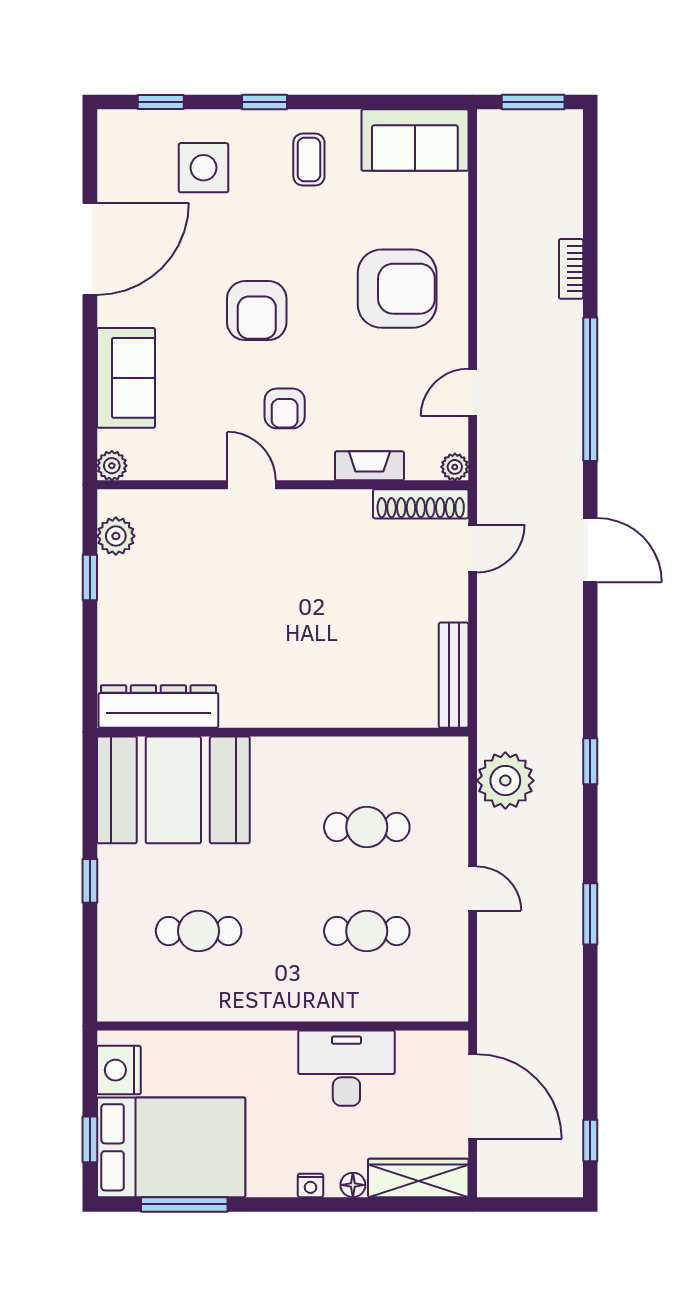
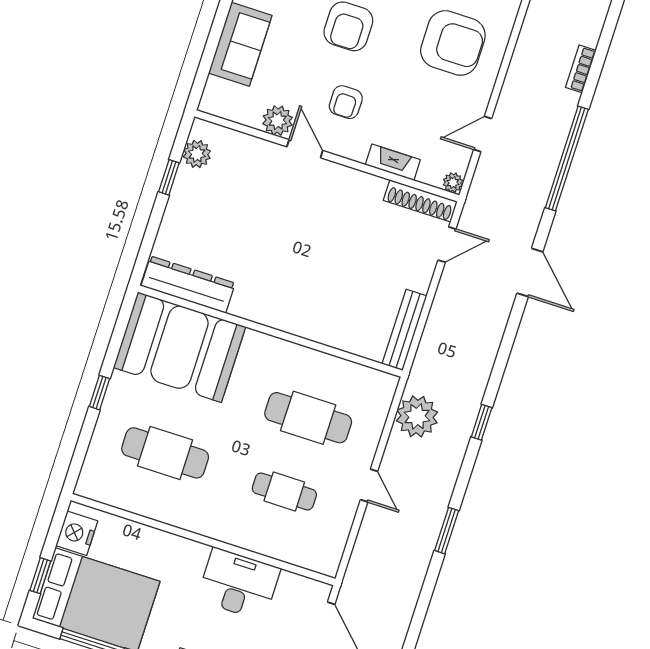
plant: (112, 466) -> (278, 121), moved, width x1.38, depth x1.38
cafe table: (367, 827) -> (308, 418), width x1.37, depth x1.35
cafe table: (199, 931) -> (165, 453), width x1.37, depth x1.35

